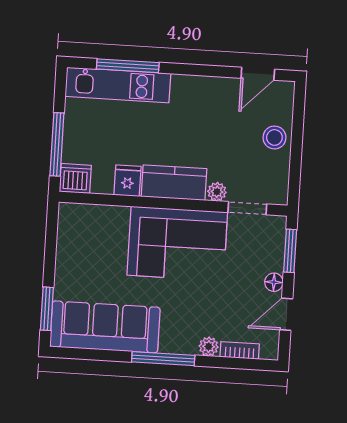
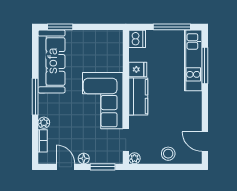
window: (57, 144) -> (172, 27), moved
plant: (217, 192) -> (134, 158), moved

